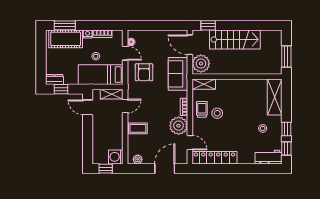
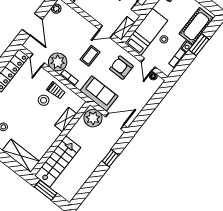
window: (65, 25) -> (199, 45), moved
window: (208, 25) -> (110, 158), moved
stairs: (235, 40) -> (58, 161), moved, turned 180
door: (125, 53) -> (148, 64), hinge flipped
shelving: (204, 84) -> (66, 120), moved
door: (125, 106) -> (106, 32), hinge flipped
coffee table: (138, 128) -> (90, 56), moved
door: (190, 143) -> (37, 60), hinge flipped

